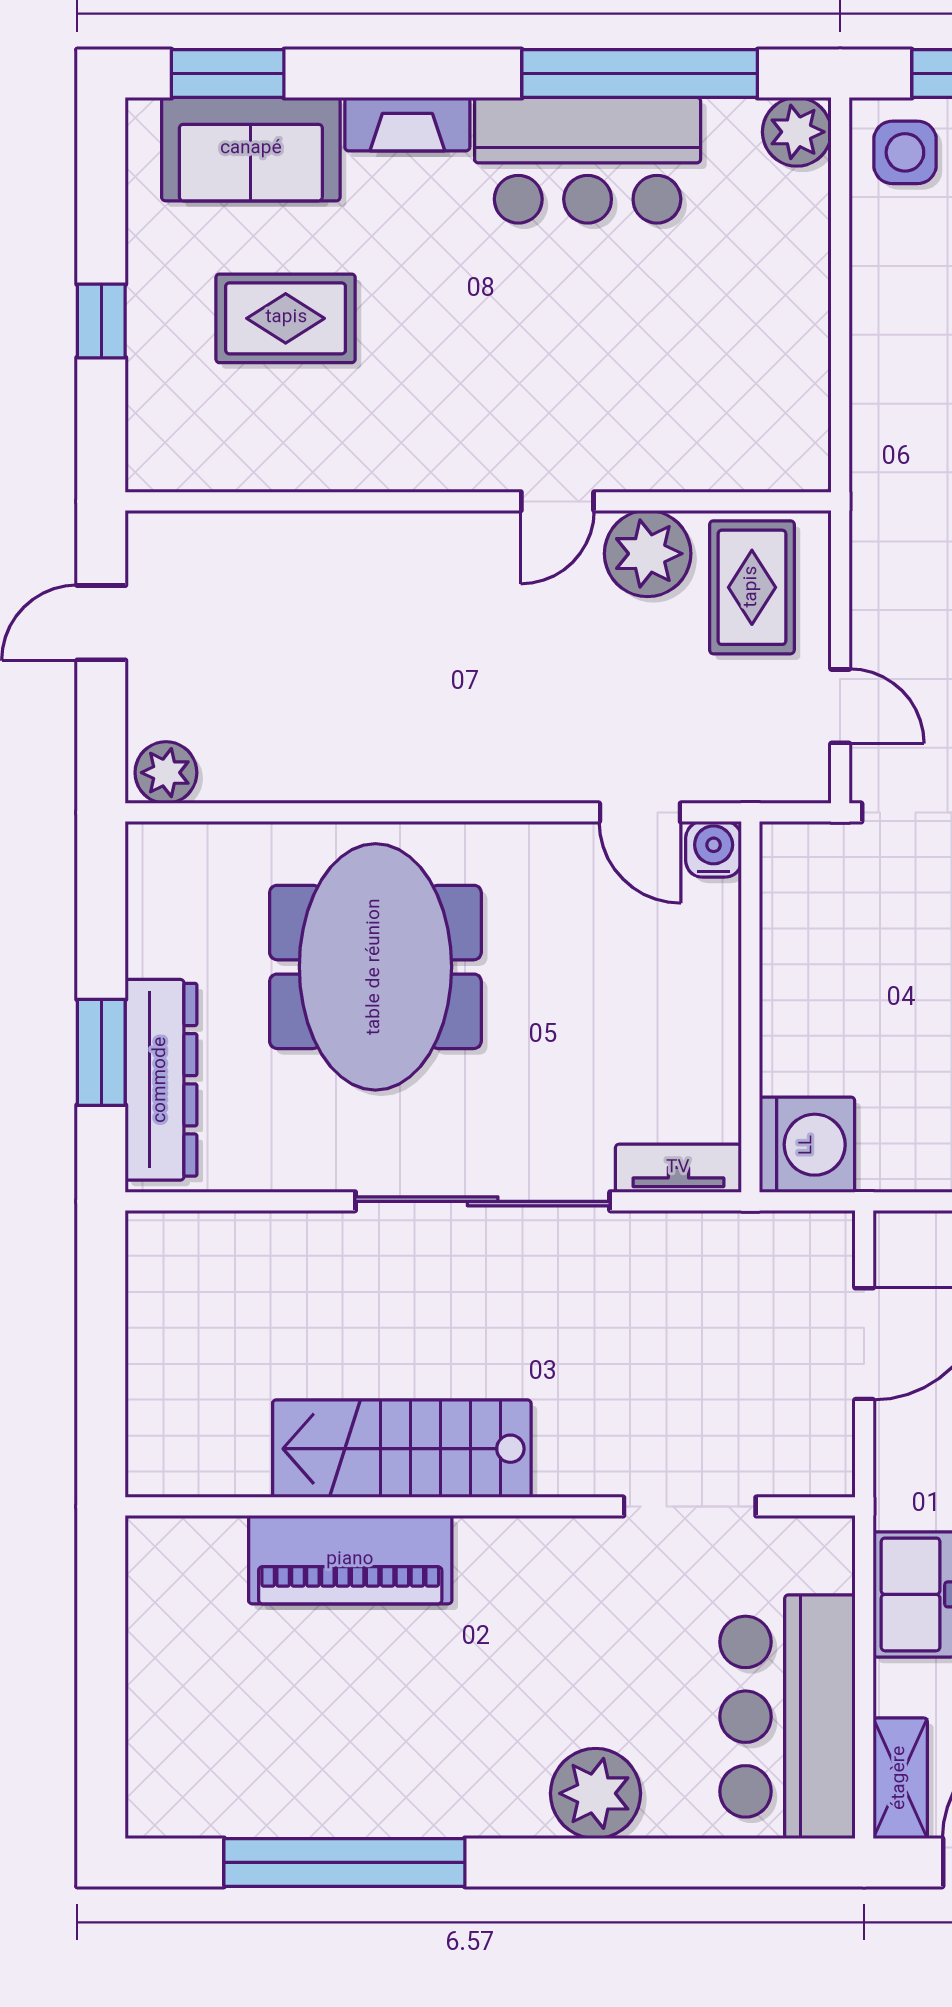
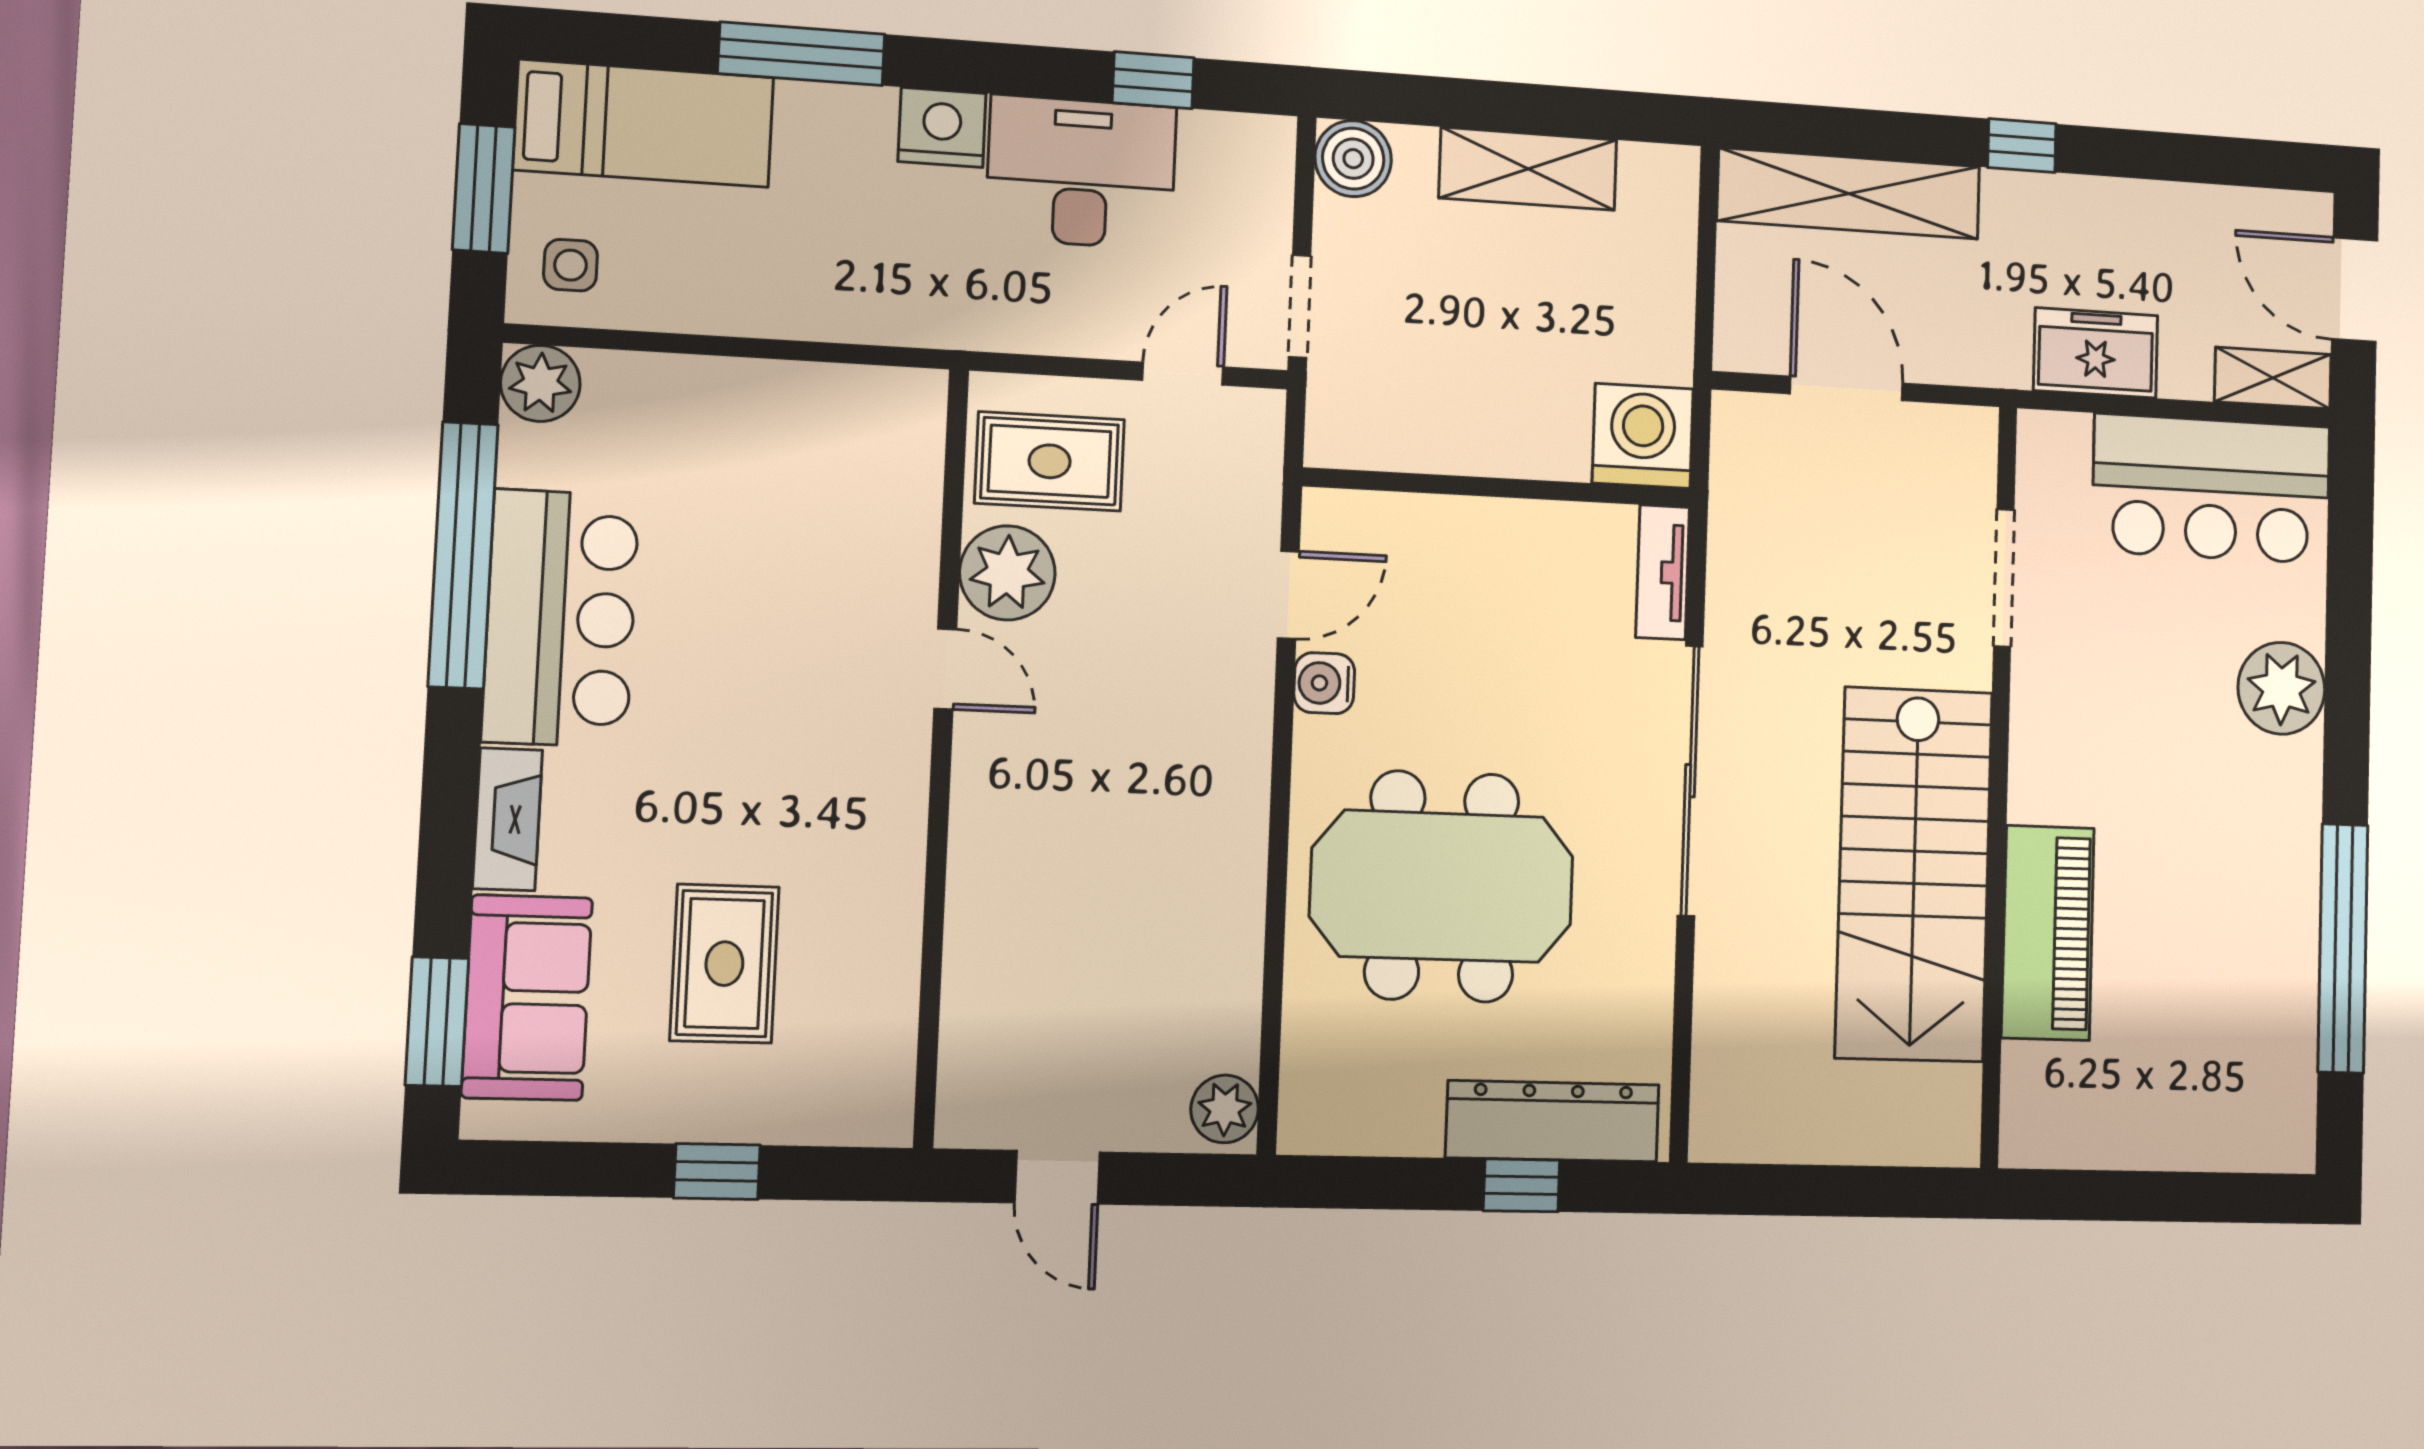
side table: (905, 152) -> (571, 265), width x0.73, depth x0.73
water cooler: (714, 849) -> (1324, 683), moved
window: (101, 1052) -> (1522, 1185), width x0.67
stairs: (402, 1449) -> (1914, 874), width x1.36, depth x1.51

